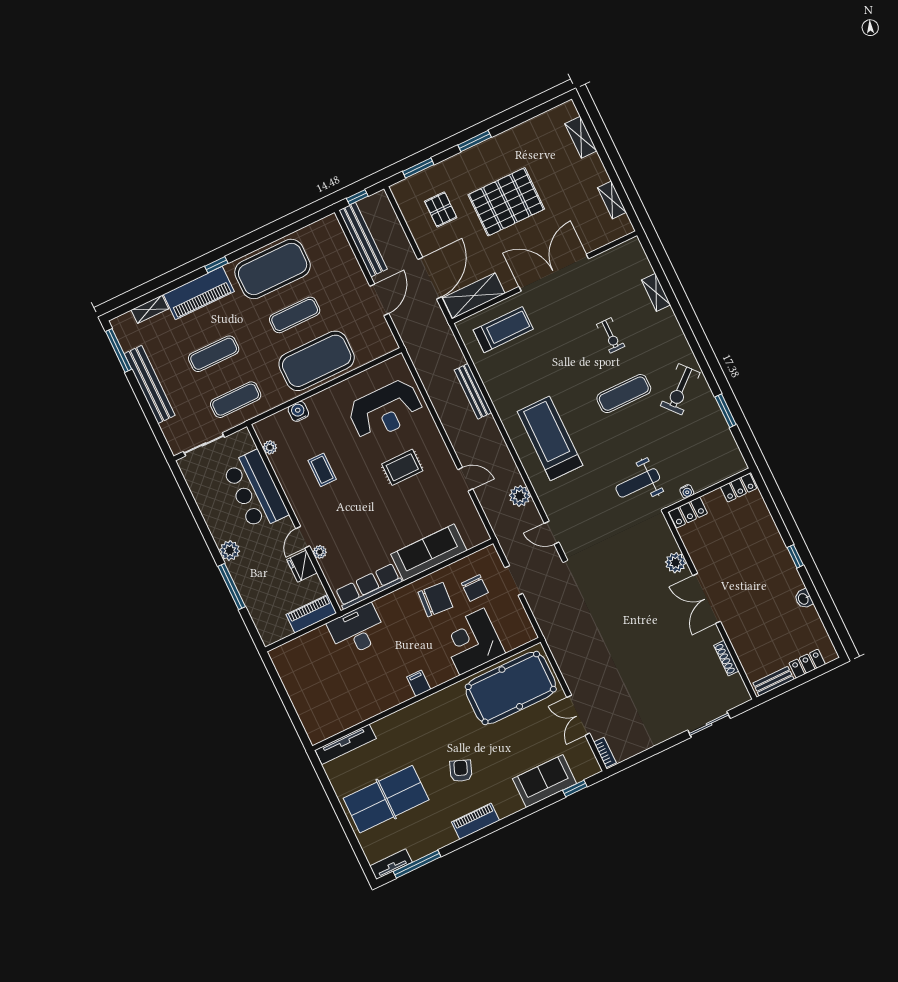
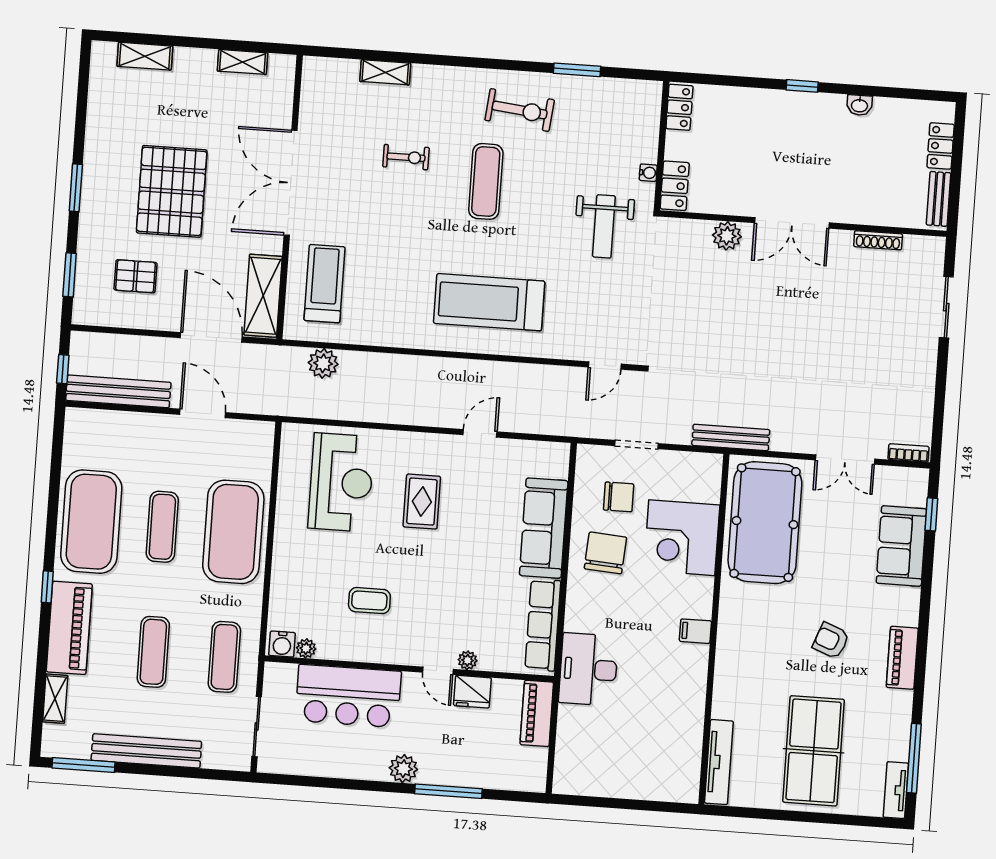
exercise bike: (680, 389) -> (520, 110), turned -43
bench: (473, 391) -> (731, 437), moved
water cooler: (298, 411) -> (282, 644), moved, turned -90
plant: (520, 496) -> (323, 363), moved

